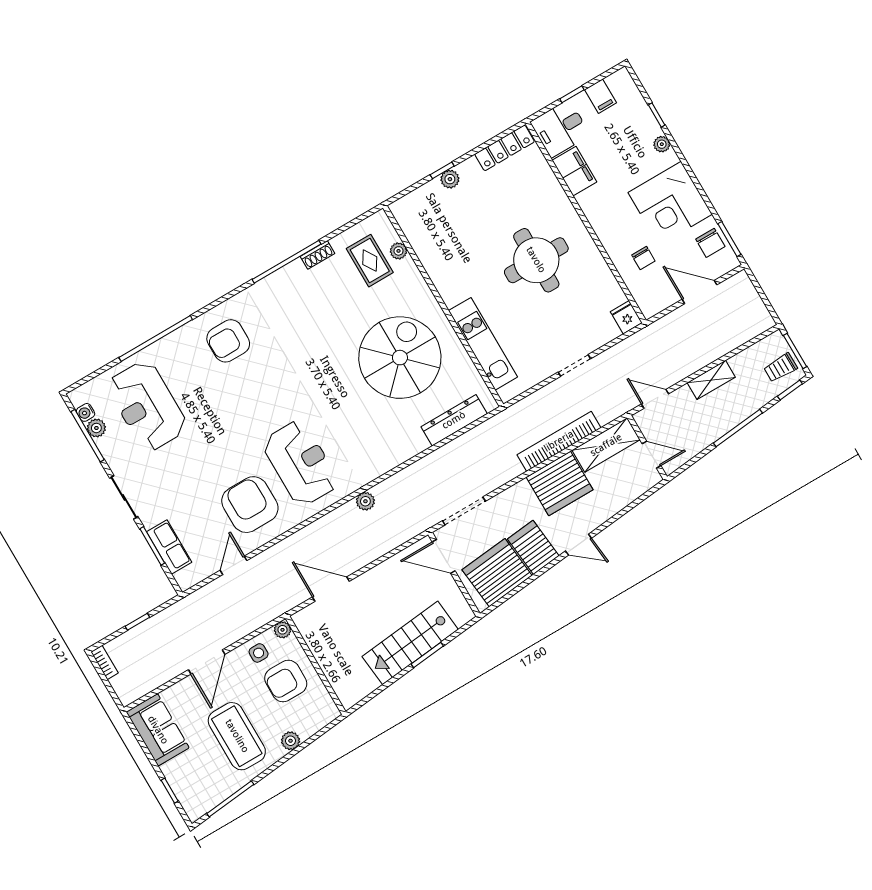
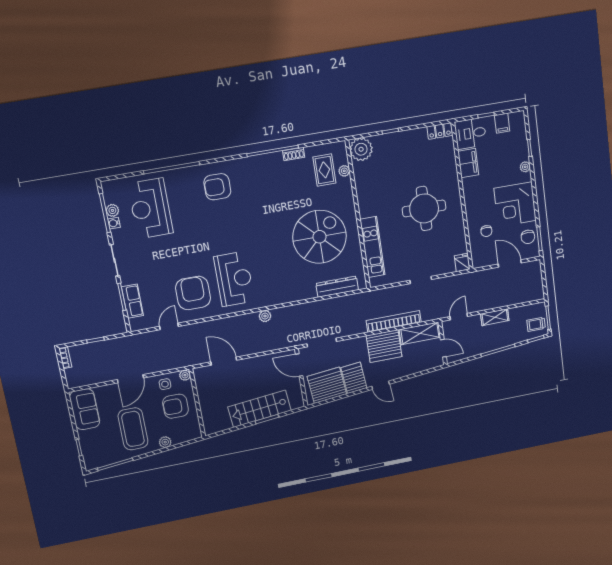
locker: (505, 148) -> (440, 131), width x0.66
plant: (450, 179) -> (361, 149), moved, width x1.88, depth x1.88
door: (655, 399) -> (459, 317), hinge flipped
water cooler: (86, 412) -> (114, 223), moved

